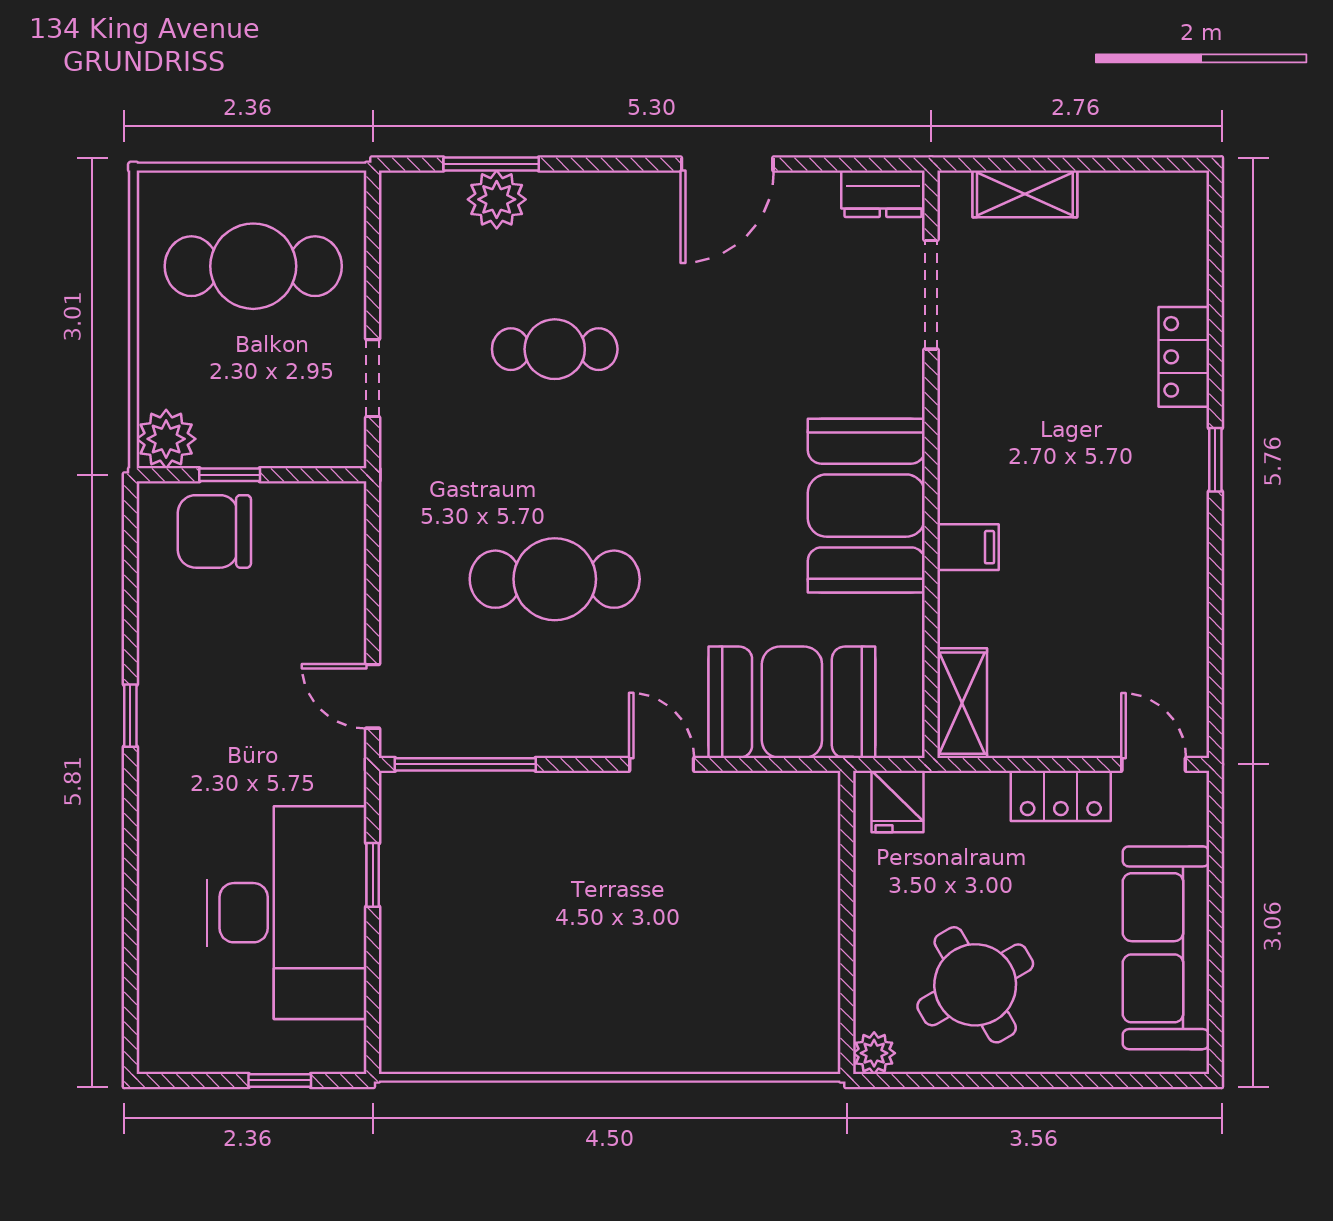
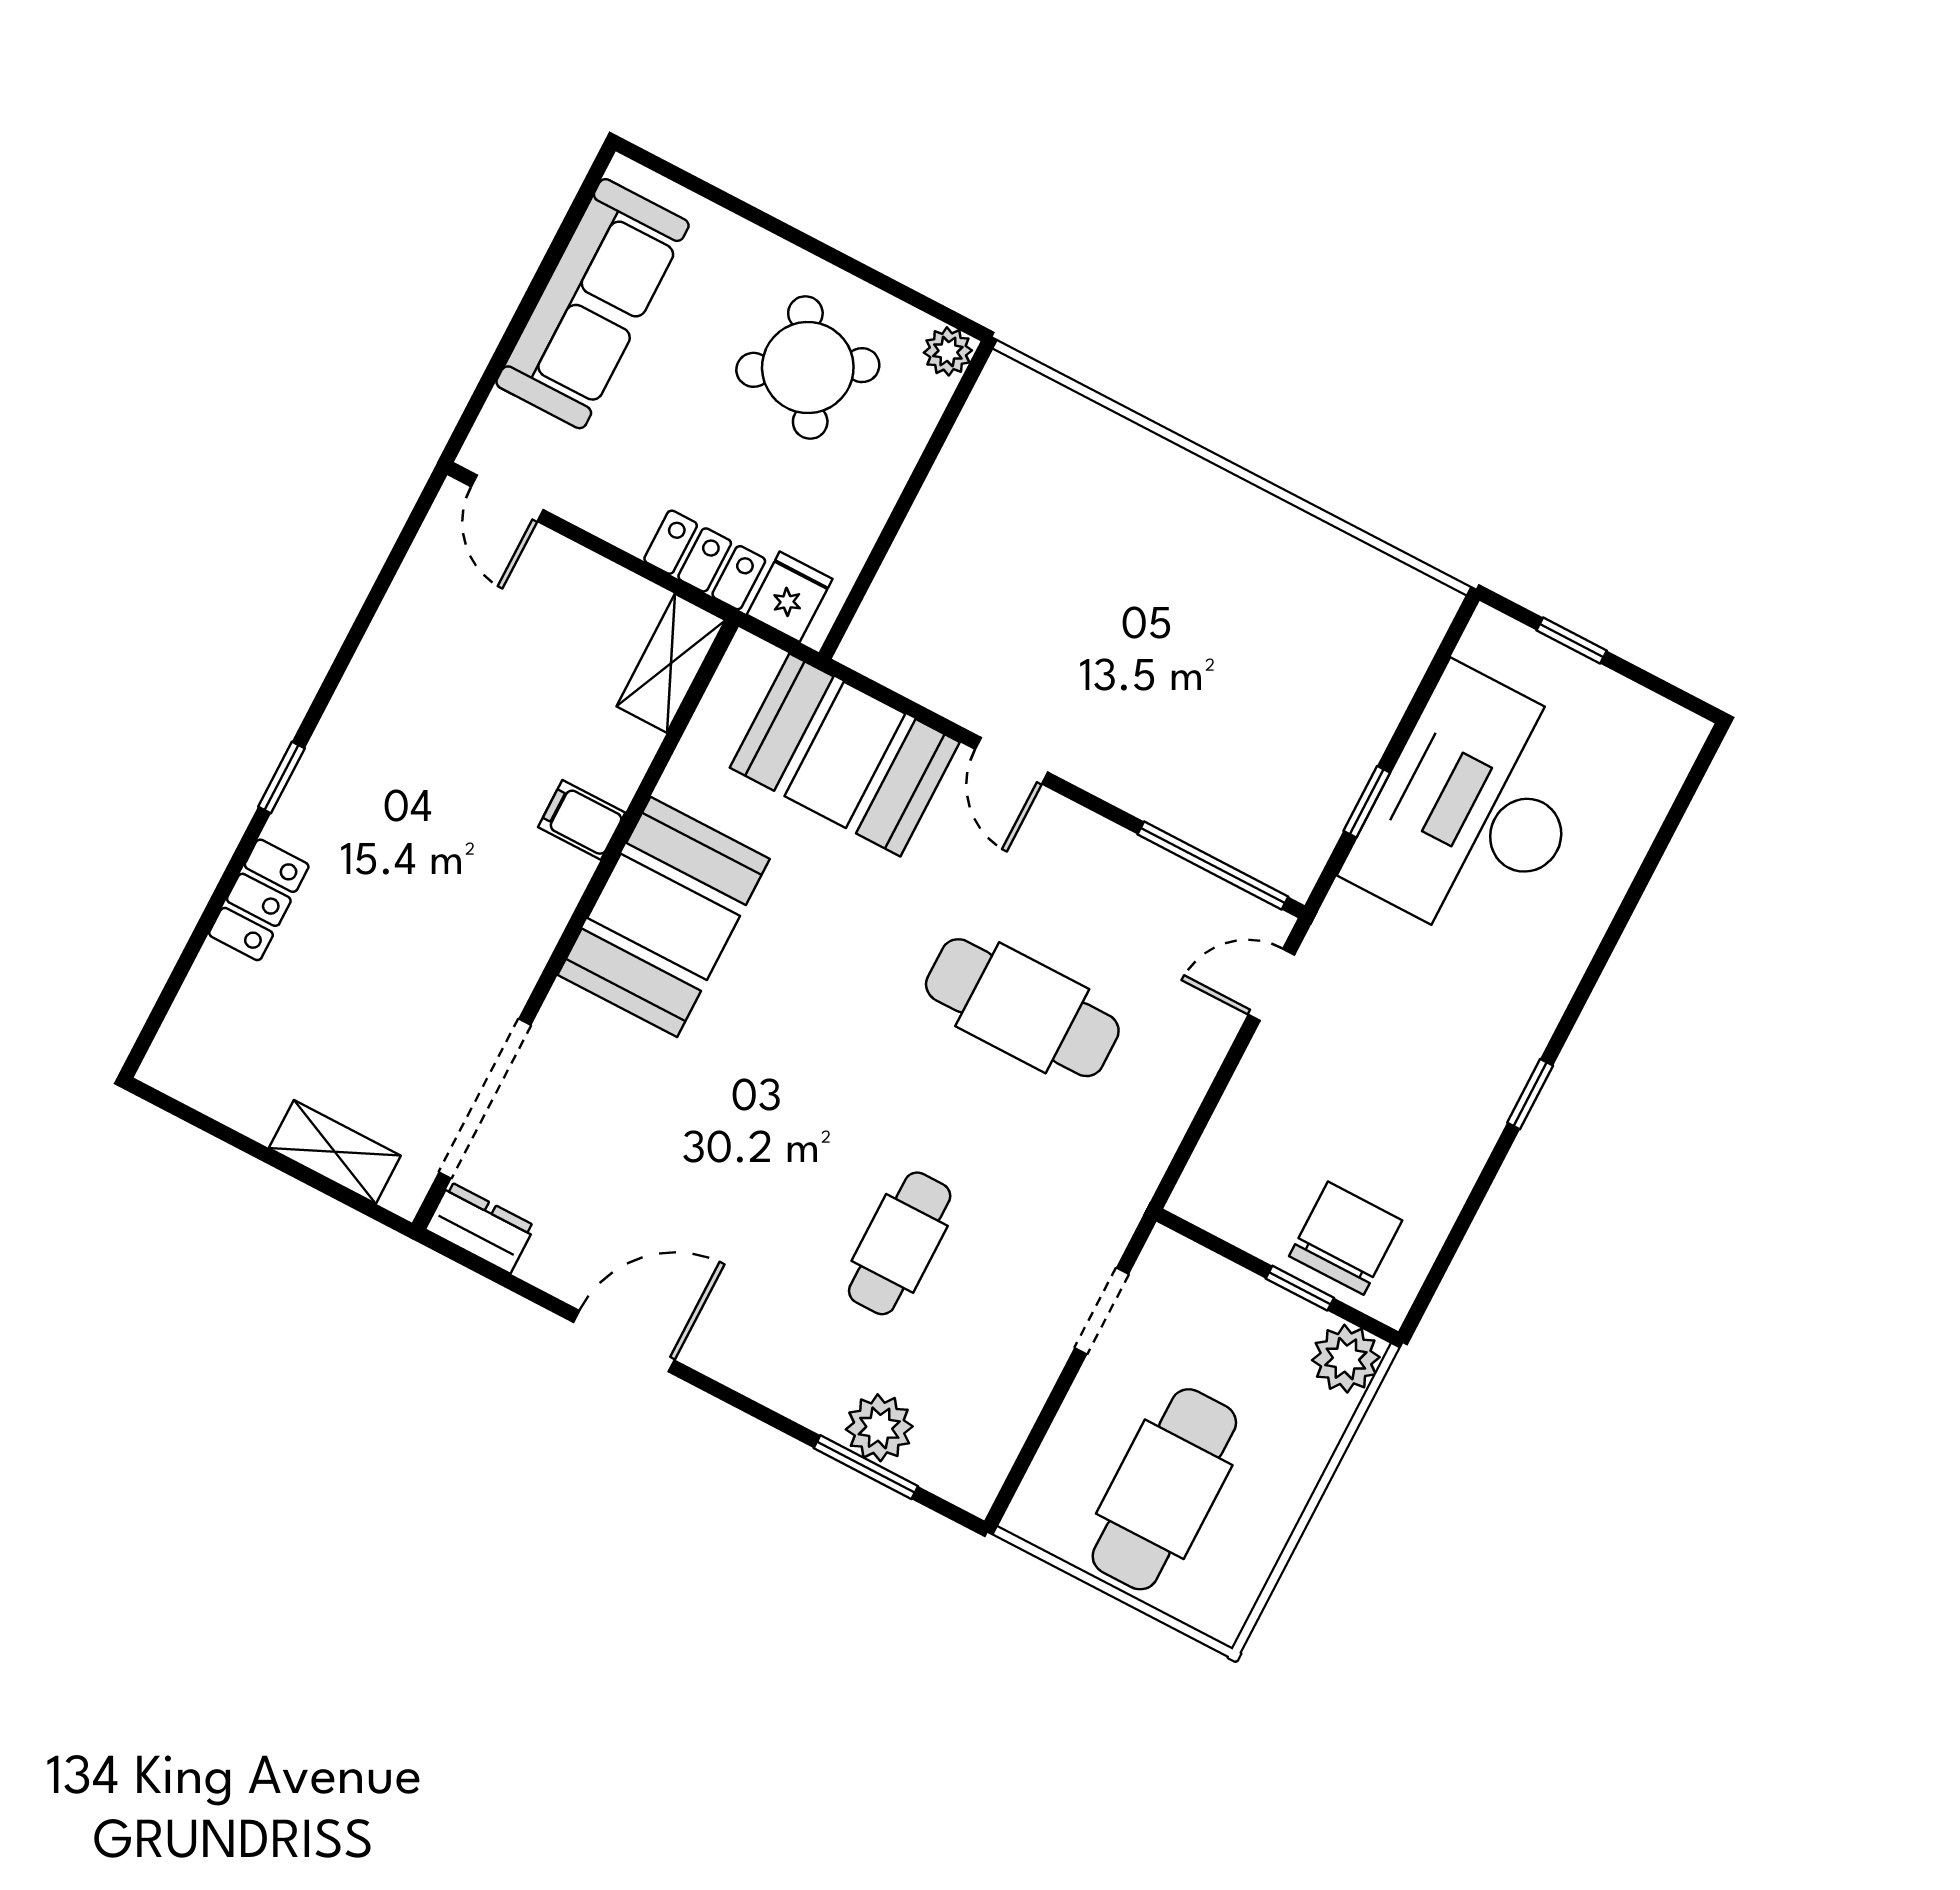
cafe table: (253, 266) -> (1164, 1489), turned 90
doorway: (931, 295) -> (485, 1099), width x1.36
cafe table: (555, 349) -> (900, 1243), turned 90
chair: (214, 531) -> (1346, 1238), turned -90
door: (373, 696) -> (1271, 985), swing flipped
locker: (1061, 796) -> (705, 560), moved

